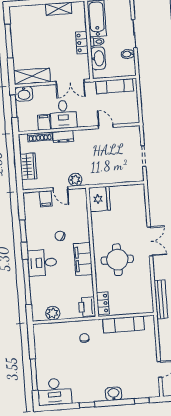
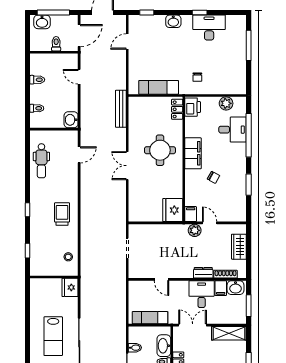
washbasin: (24, 94) -> (236, 288), moved, turned 180
filing cabinet: (46, 199) -> (191, 214), moved
desk: (42, 263) -> (233, 130), moved
desk: (54, 392) -> (209, 28), moved

